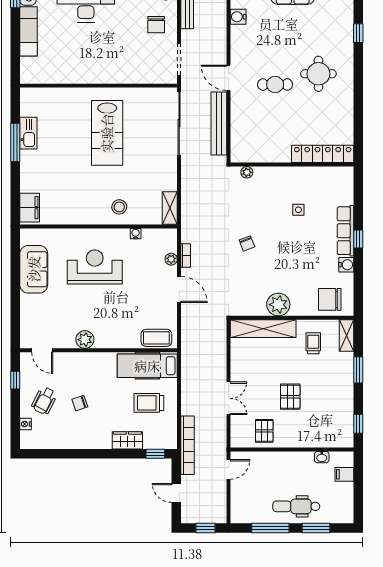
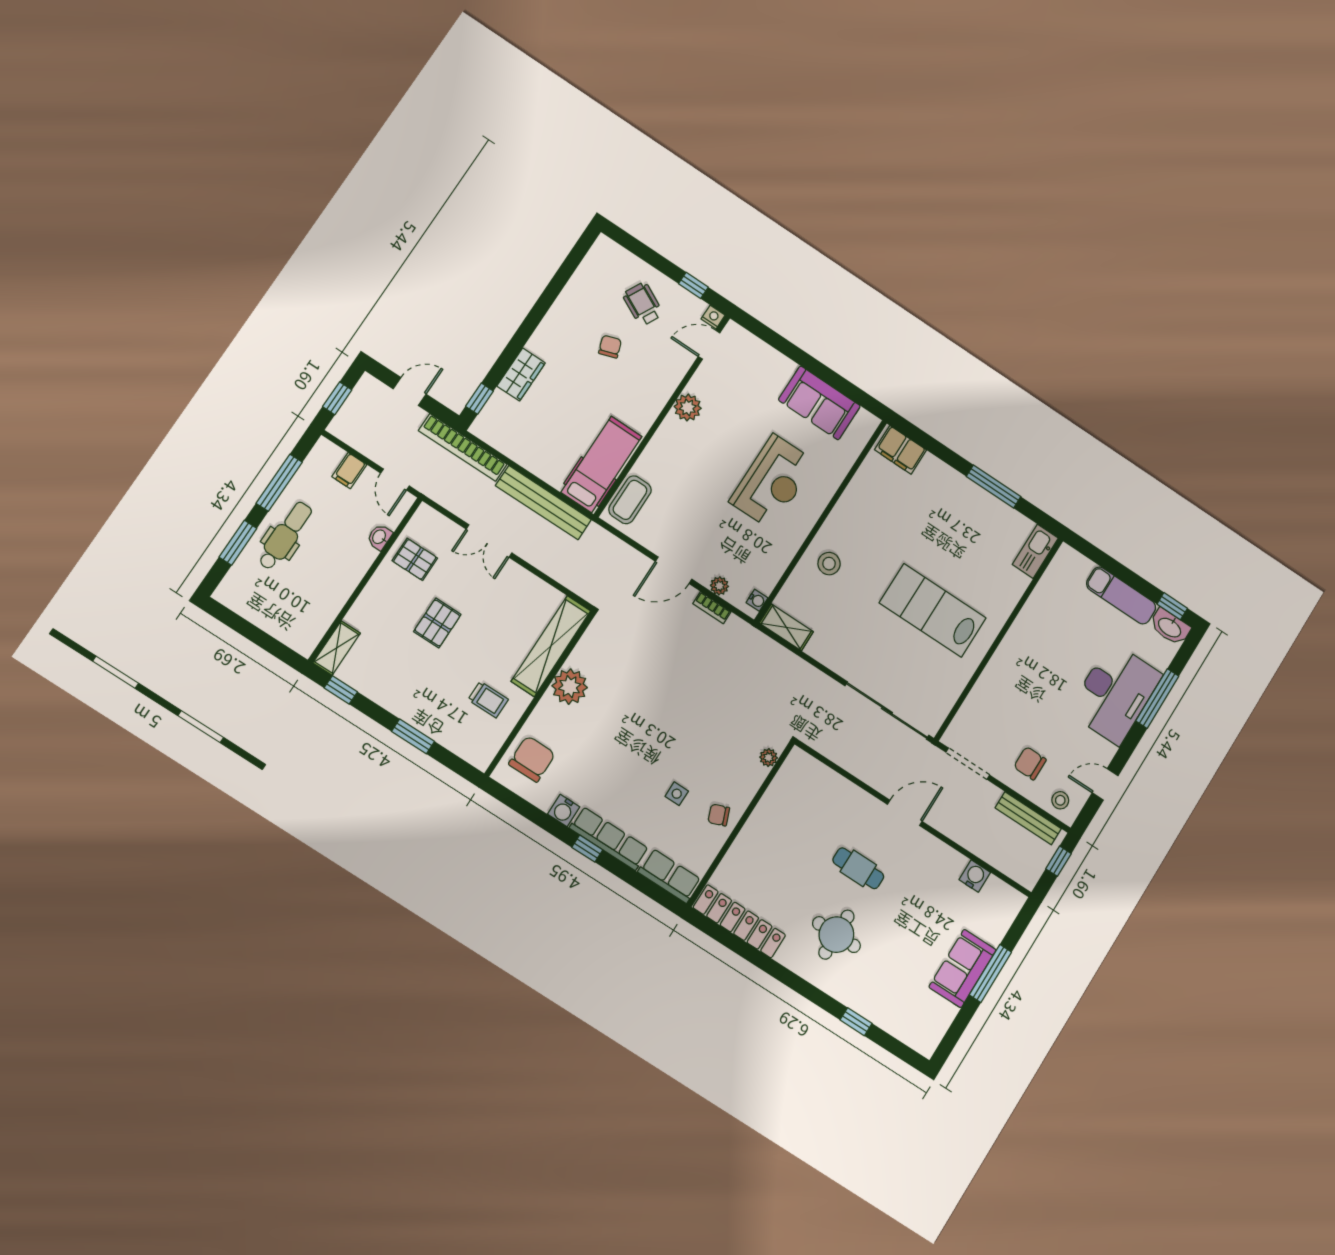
cafe table: (275, 84) -> (858, 868), turned 90
bench: (219, 123) -> (543, 503), moved
kitchen sink: (28, 133) -> (1035, 551), moved, turned 90
locker: (323, 154) -> (739, 921), moved, turned -90
row of seats: (345, 185) -> (670, 876), added
water cooler: (136, 234) -> (757, 600), moved
chair: (247, 243) -> (719, 815), moved
shelving: (347, 336) -> (337, 648), moved, turned 90
pallet: (290, 397) -> (437, 623), turned 90
trolley: (149, 403) -> (552, 434), removed
nightstand: (25, 424) -> (713, 317), moved
washbasin: (322, 457) -> (379, 537), moved
filing cabinet: (344, 474) -> (349, 471), moved, turned 180

